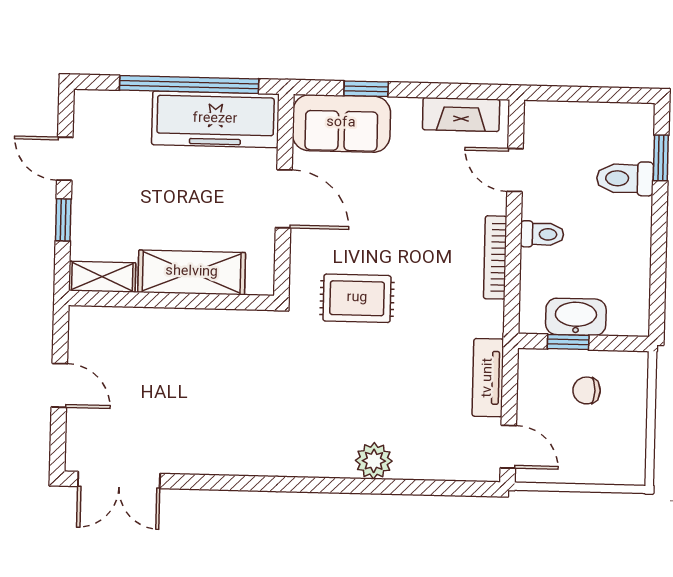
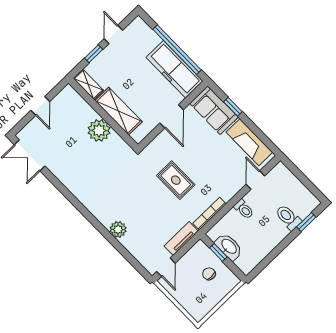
fireplace: (461, 115) -> (249, 142), width x1.37, depth x1.32
bookcase: (495, 257) -> (209, 214), moved
rug: (357, 298) -> (176, 180), moved
plant: (190, 333) -> (99, 130), added

